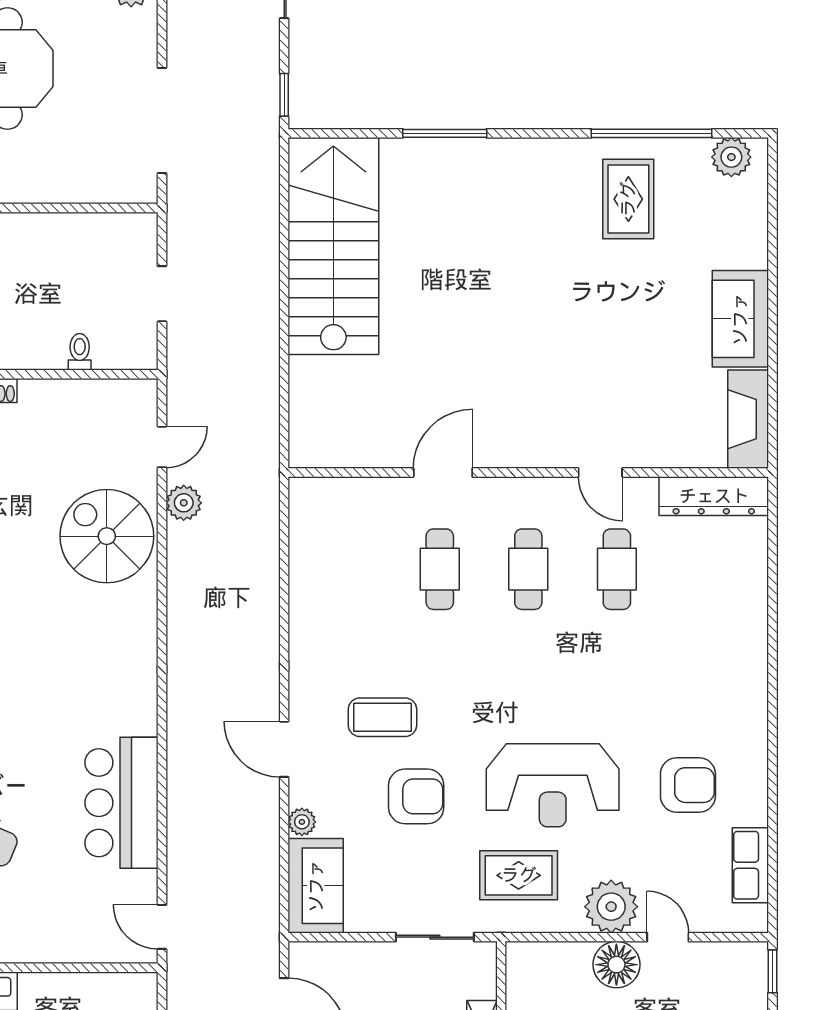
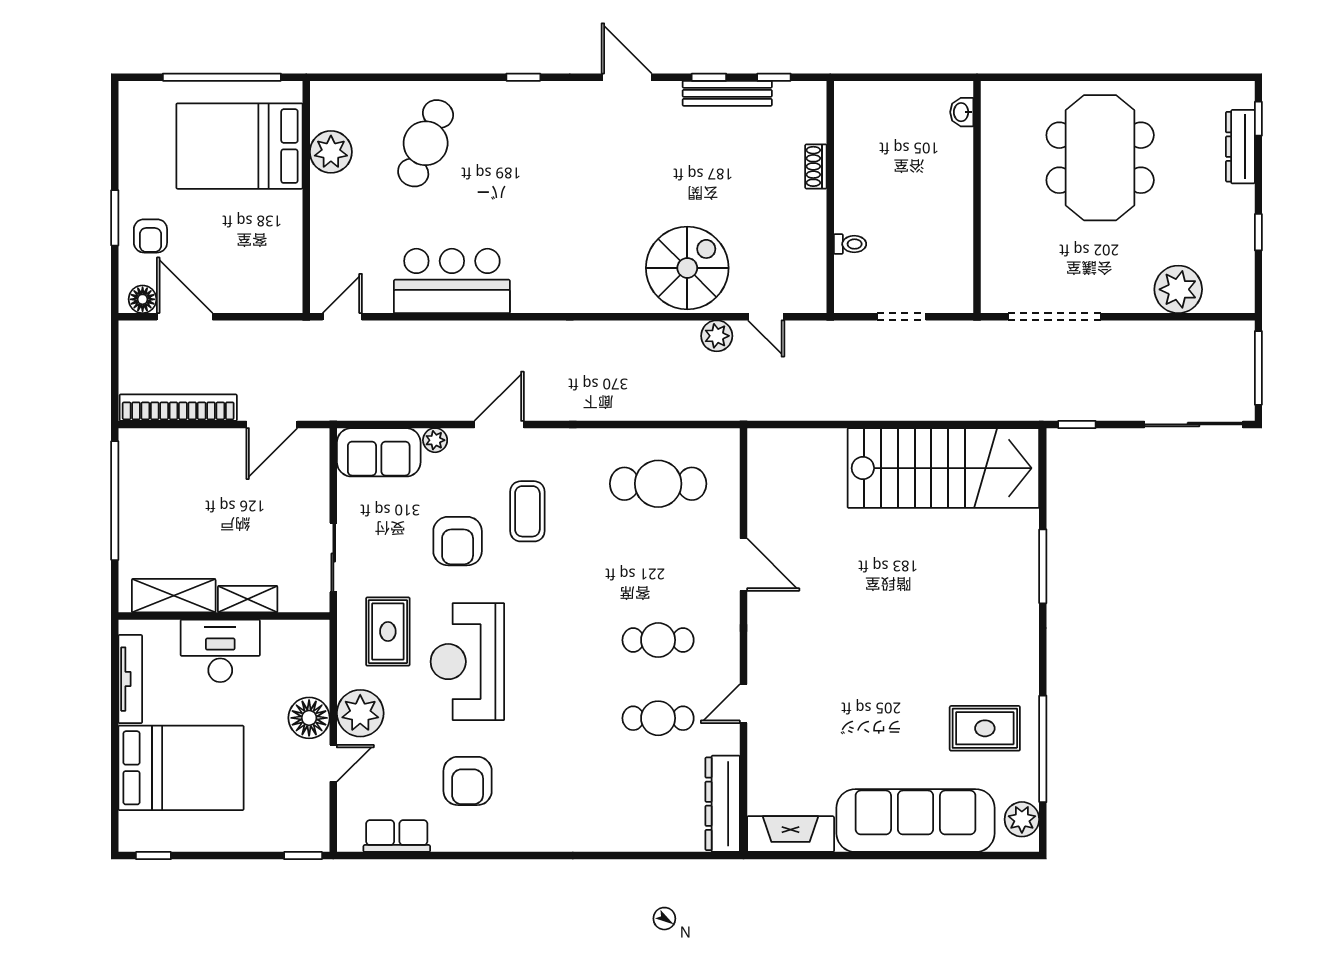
sofa: (740, 319) -> (915, 821), width x1.85, depth x1.27
cafe table: (440, 569) -> (658, 484), moved, width x1.37, depth x1.35

